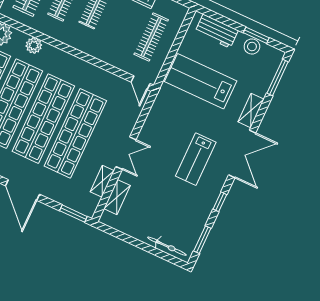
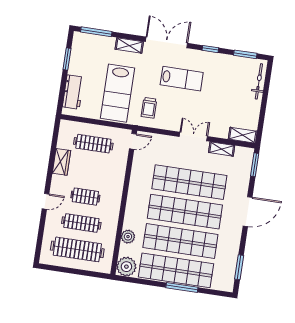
stool: (252, 47) -> (77, 60), removed
trolley: (173, 112) -> (149, 108), added
shelving: (117, 197) -> (243, 135), moved

